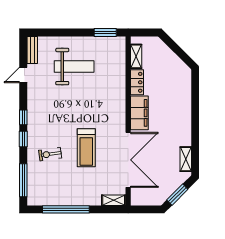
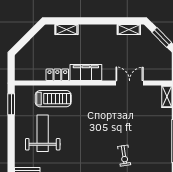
shelving: (136, 56) -> (66, 29), moved
treadmill: (86, 148) -> (53, 99), moved
double door: (128, 160) -> (130, 83), width x0.54

